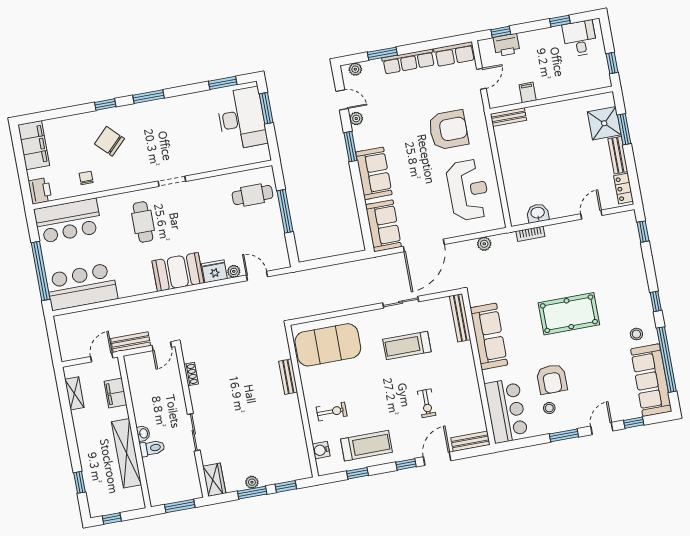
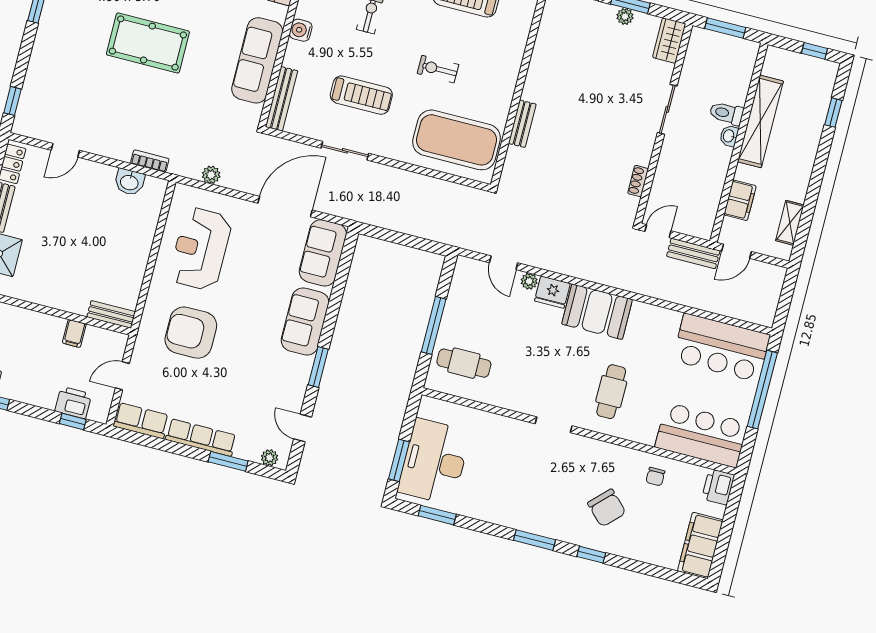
plant: (356, 118) -> (296, 398), removed
exercise bike: (332, 412) -> (438, 69), moved
water cooler: (321, 450) -> (301, 30), moved, turned 180

